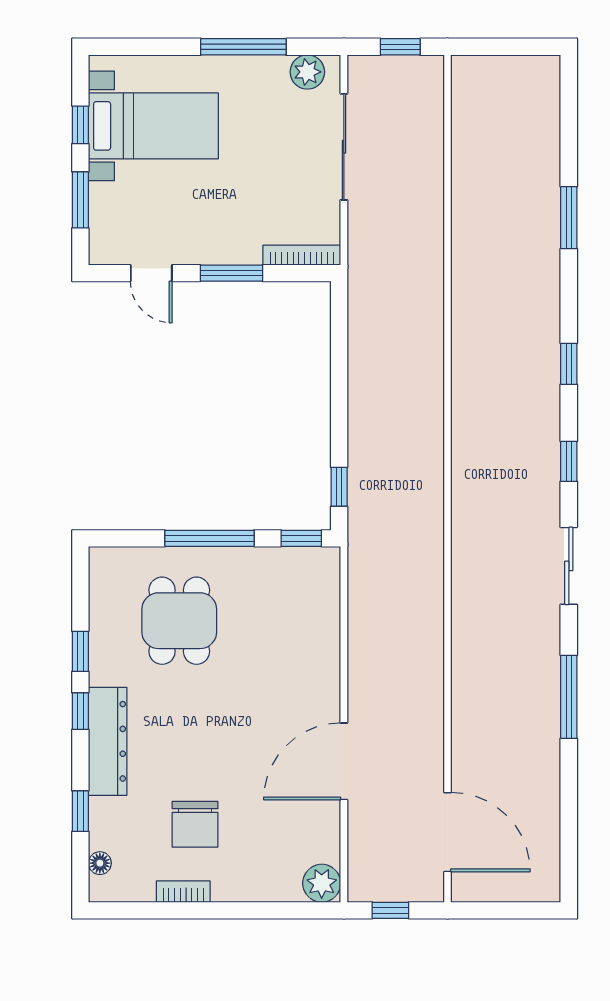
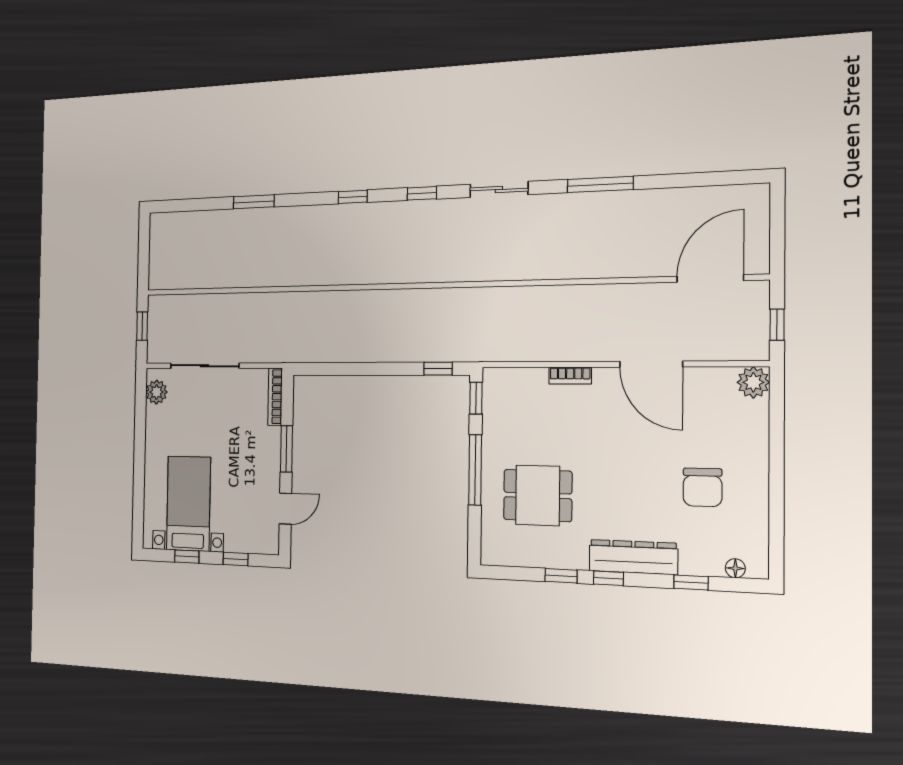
window: (243, 47) -> (140, 437), removed
window: (80, 200) -> (236, 559), width x0.67
chair: (195, 824) -> (703, 487), turned 90
bookcase: (183, 892) -> (570, 376), moved, turned -90

